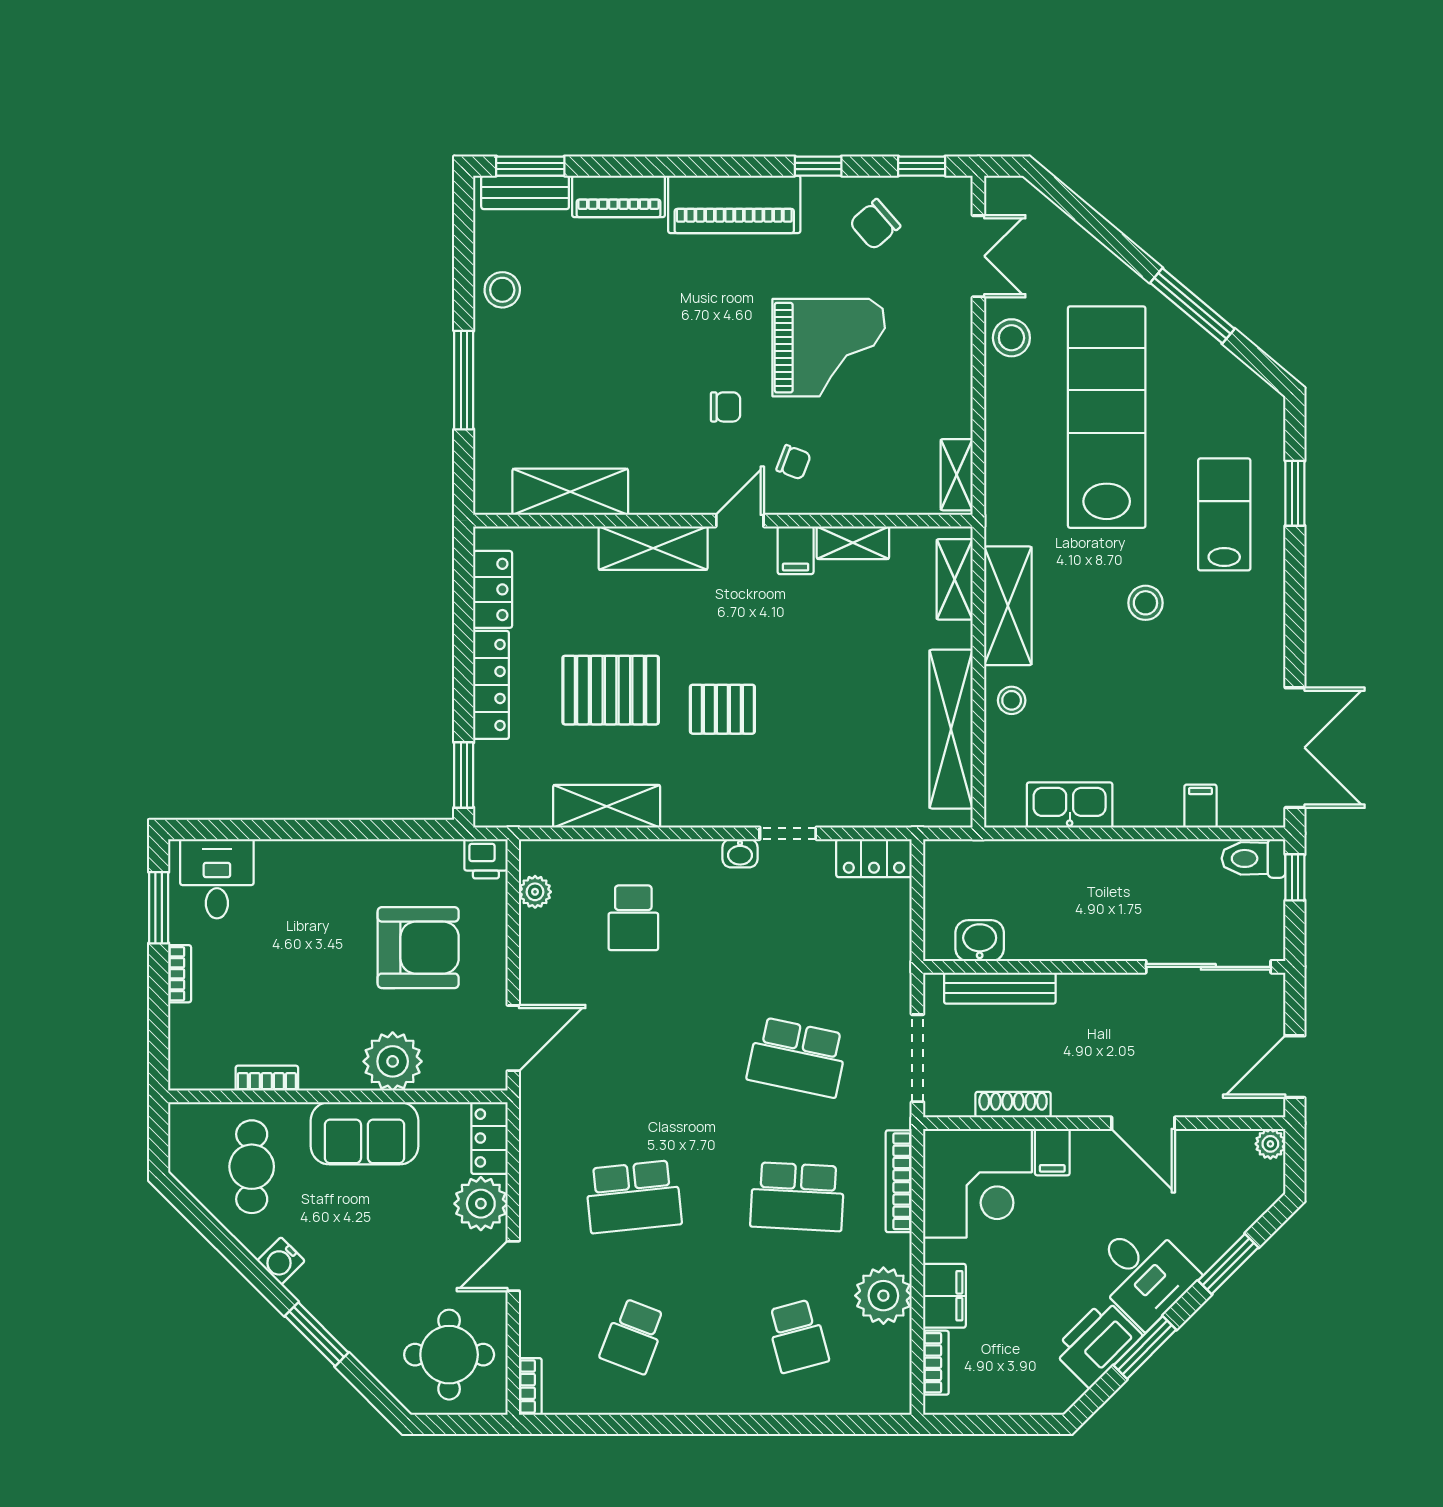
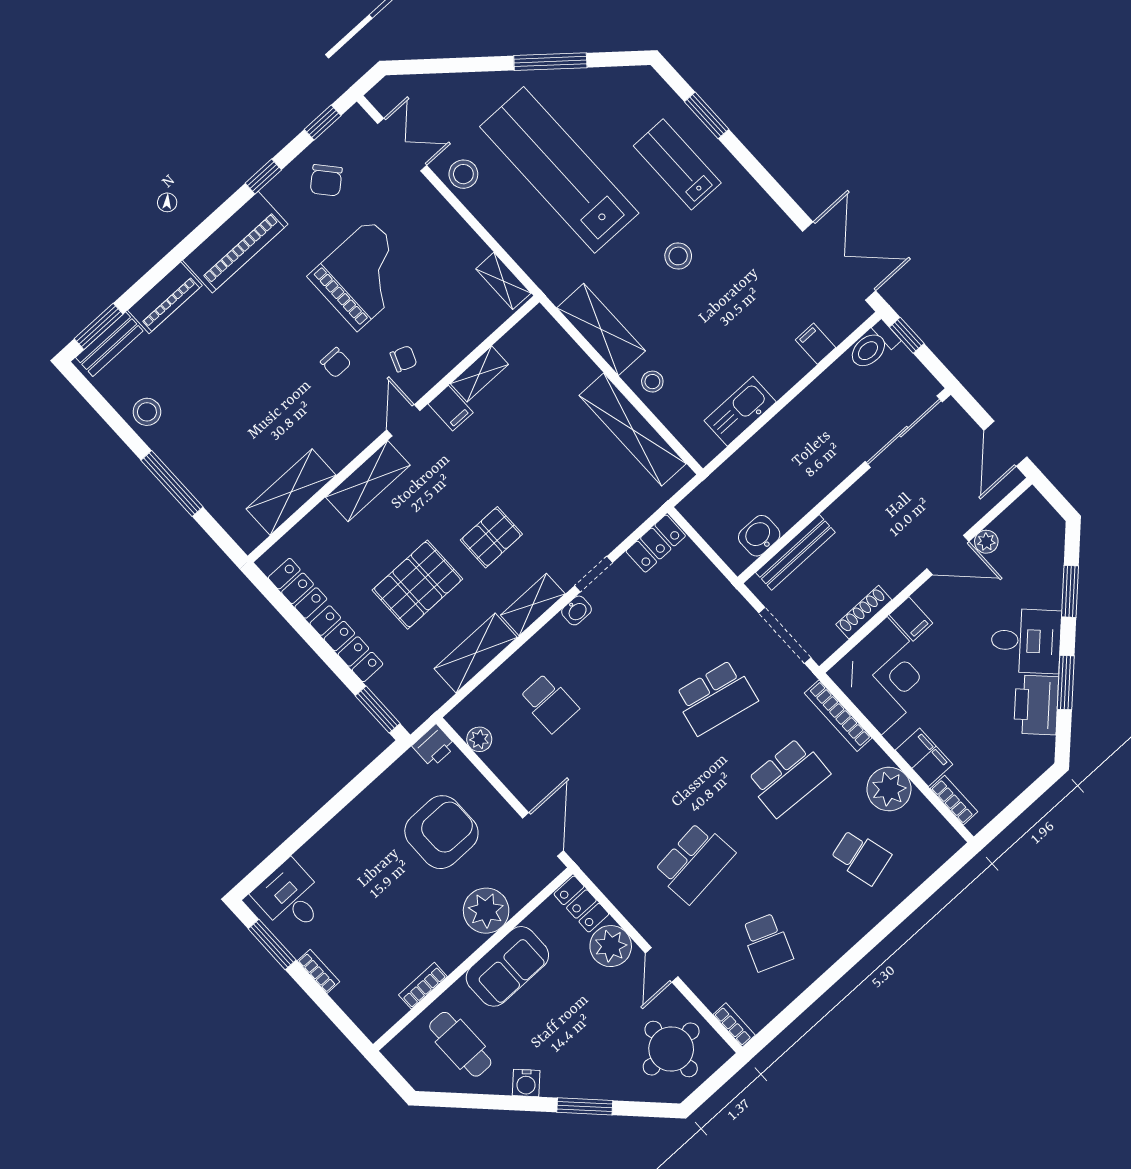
chair: (725, 407) -> (336, 363), turned 90
shelving: (955, 579) -> (533, 605), moved, turned 90
plant: (1270, 1144) -> (986, 542), moved

